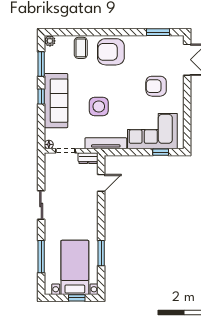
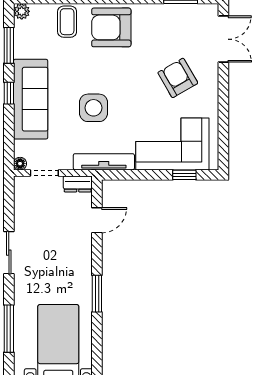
armchair: (156, 86) -> (178, 78), turned 60
window: (101, 253) -> (97, 294), moved

